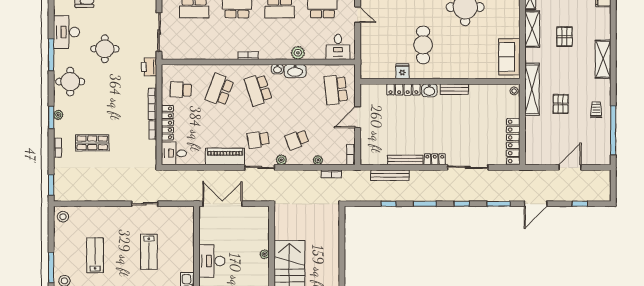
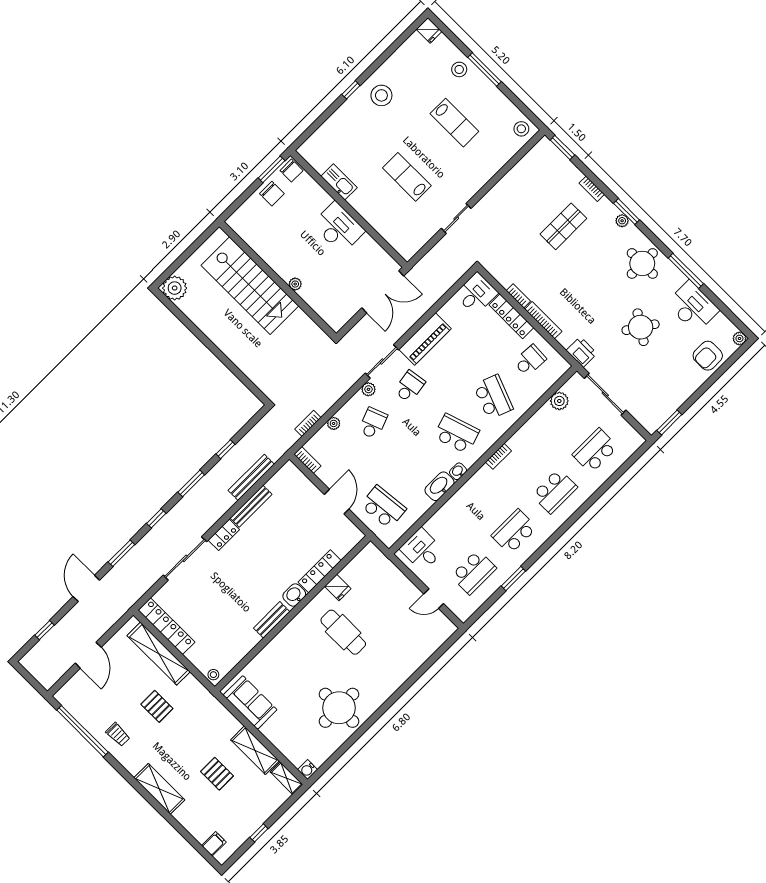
round table: (105, 49) -> (641, 327), turned 33
plant: (298, 53) -> (559, 401), moved
shelving: (532, 89) -> (159, 654), moved

